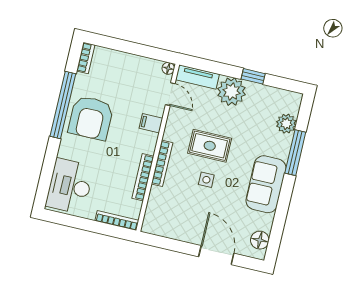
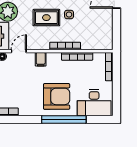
window: (63, 105) -> (64, 119), moved
armchair: (91, 118) -> (57, 96), moved
rug: (210, 146) -> (46, 18), turned 90

